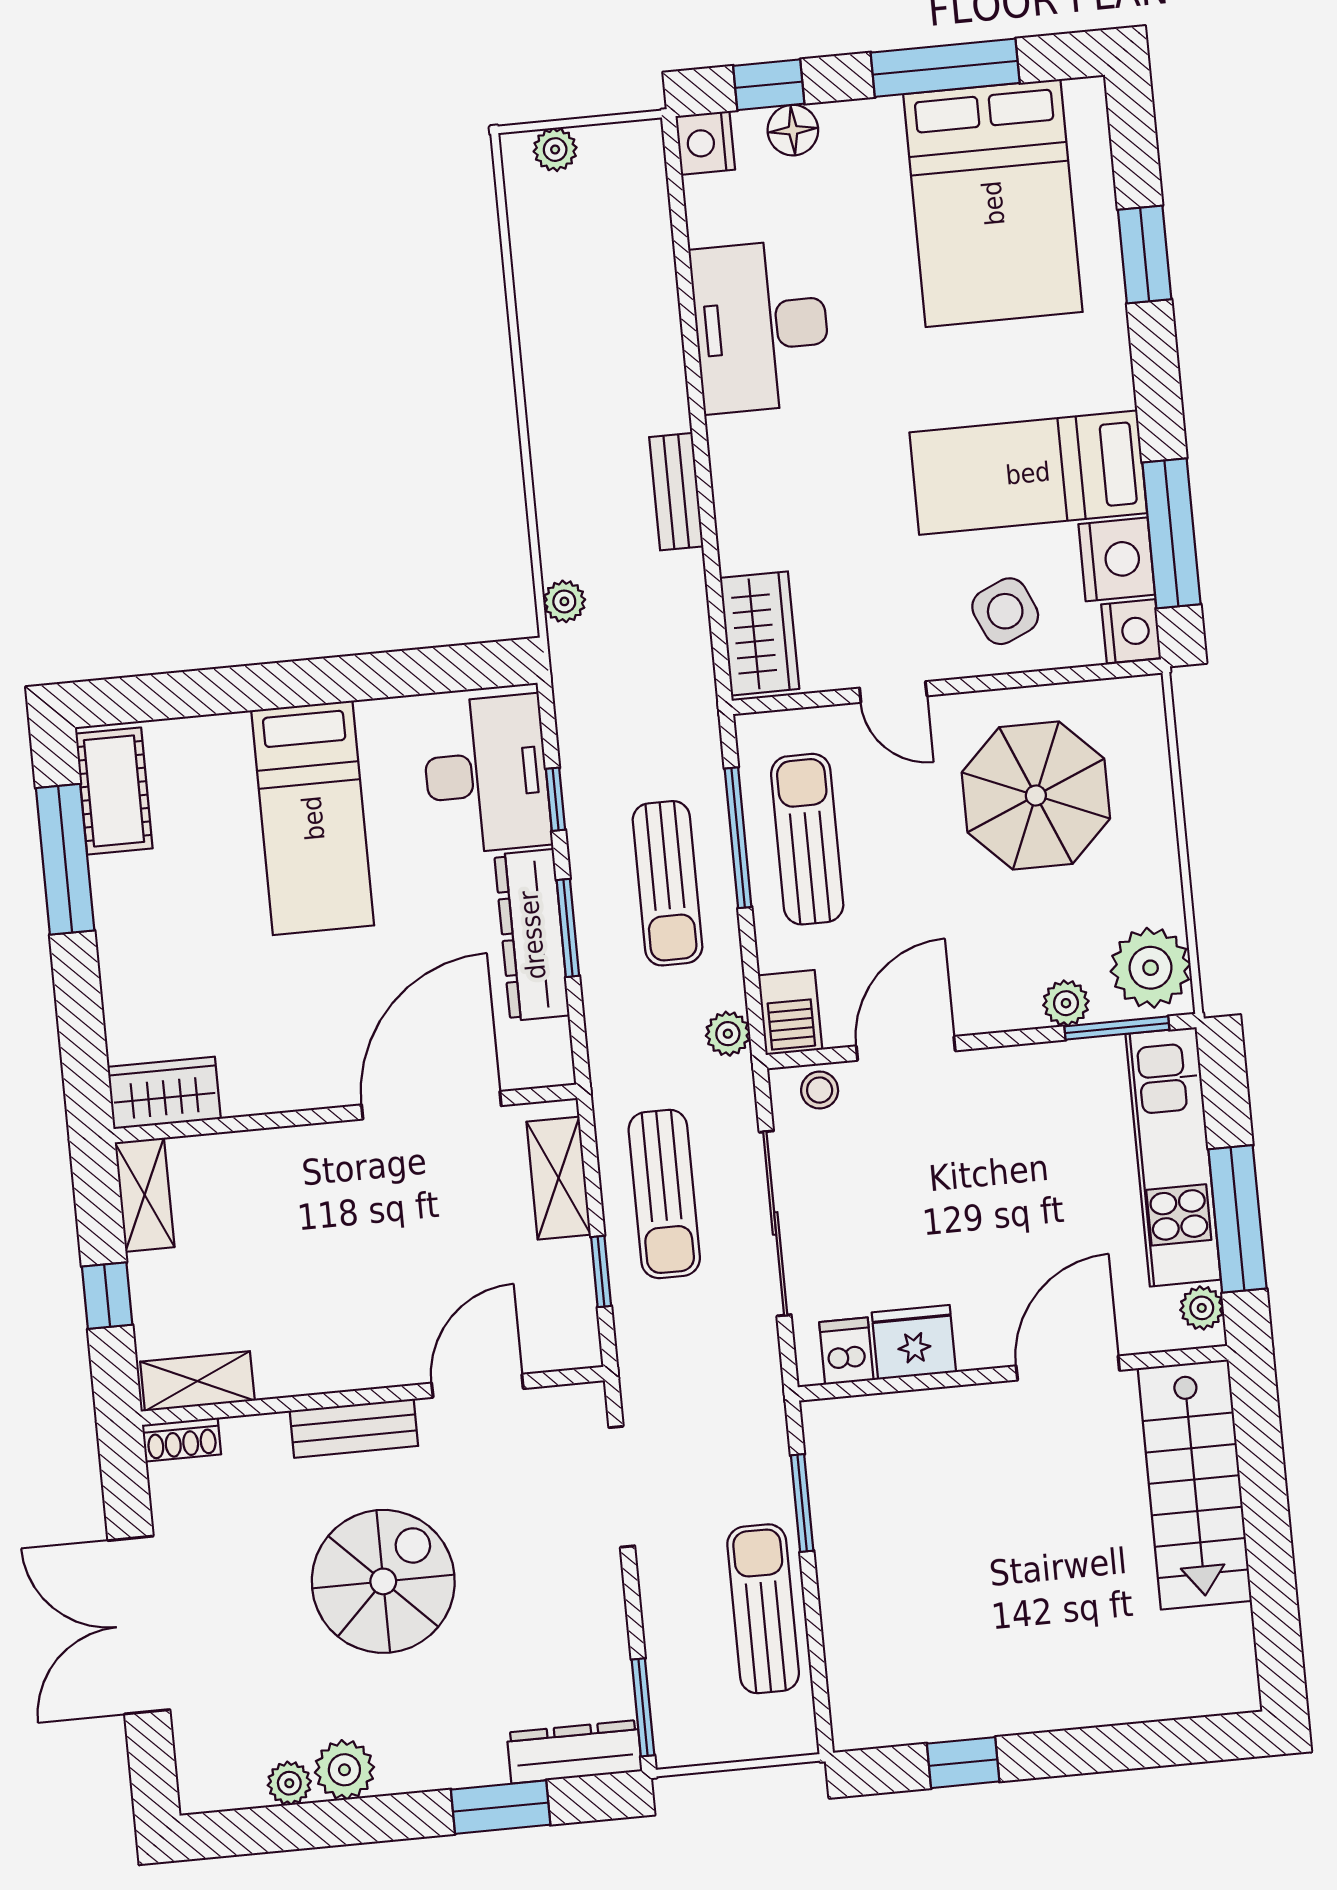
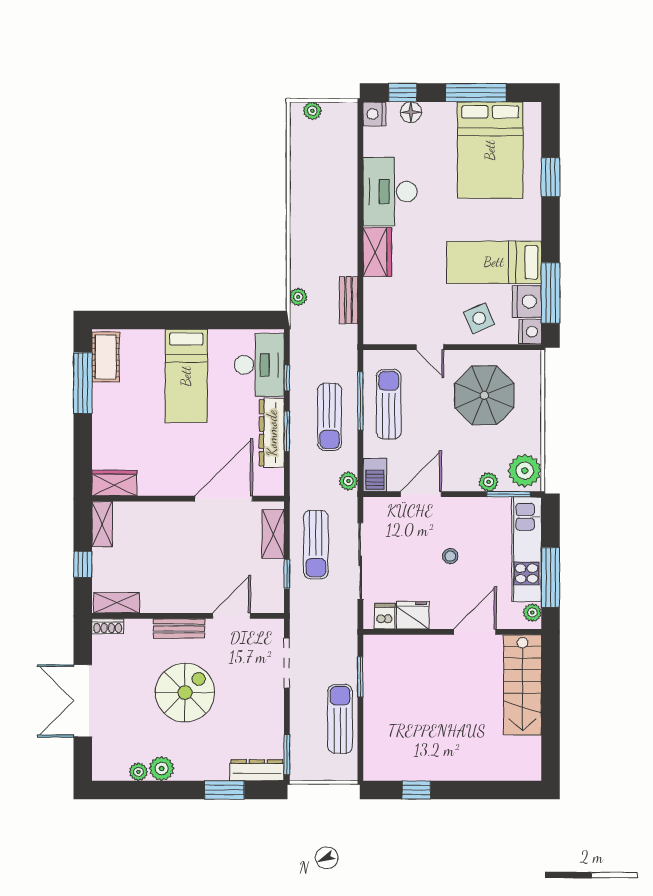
bench: (676, 492) -> (349, 300), moved
wardrobe: (760, 633) -> (377, 252), moved
stool: (820, 1090) -> (450, 556), moved

